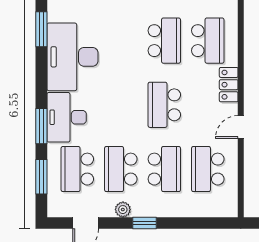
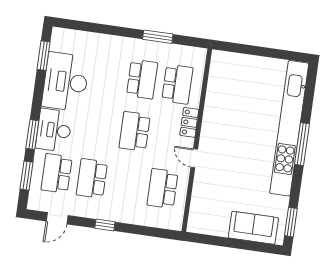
door: (241, 127) -> (194, 158), hinge flipped
school desk: (164, 169) -> (127, 183), removed
plant: (123, 210) -> (89, 212), removed

